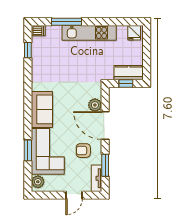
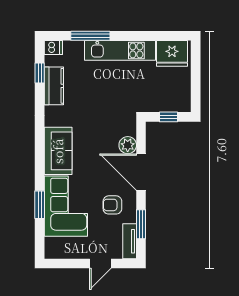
fridge: (134, 33) -> (172, 53), width x1.88, depth x1.34
kitchen counter: (129, 73) -> (54, 86), moved, turned 90
plant: (38, 182) -> (53, 246), removed

